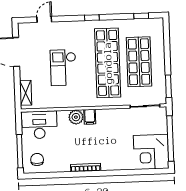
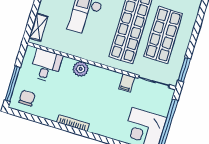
filing cabinet: (90, 117) -> (127, 83), moved
desk: (39, 125) -> (46, 66), width x0.73

